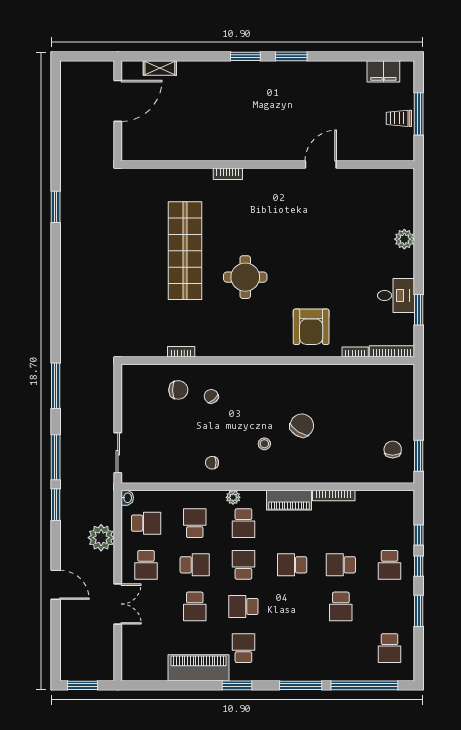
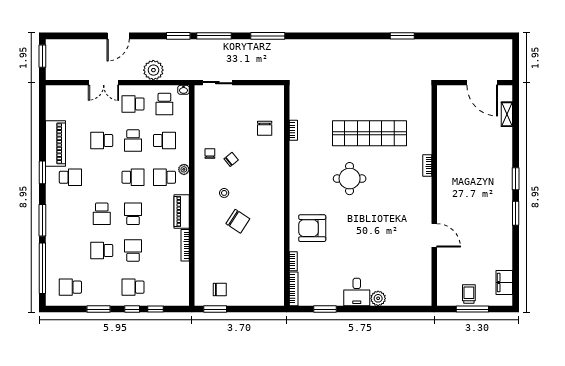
desk: (396, 295) -> (357, 292), moved
chair: (211, 396) -> (231, 159), moved
school desk: (243, 606) -> (102, 214), moved, turned 180

